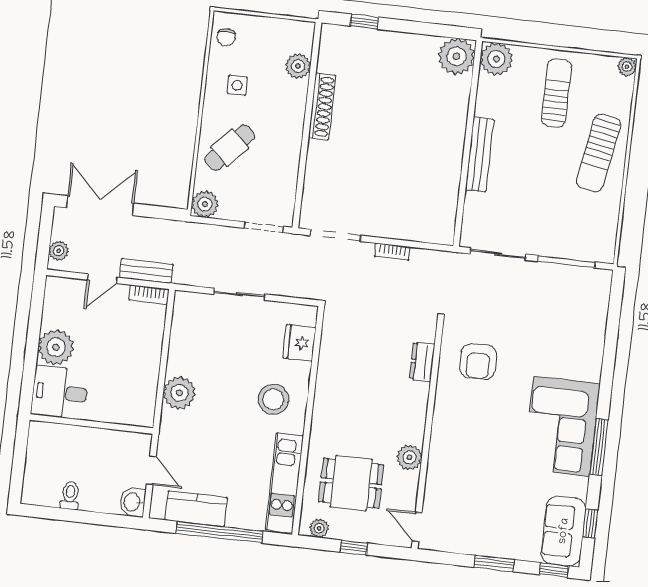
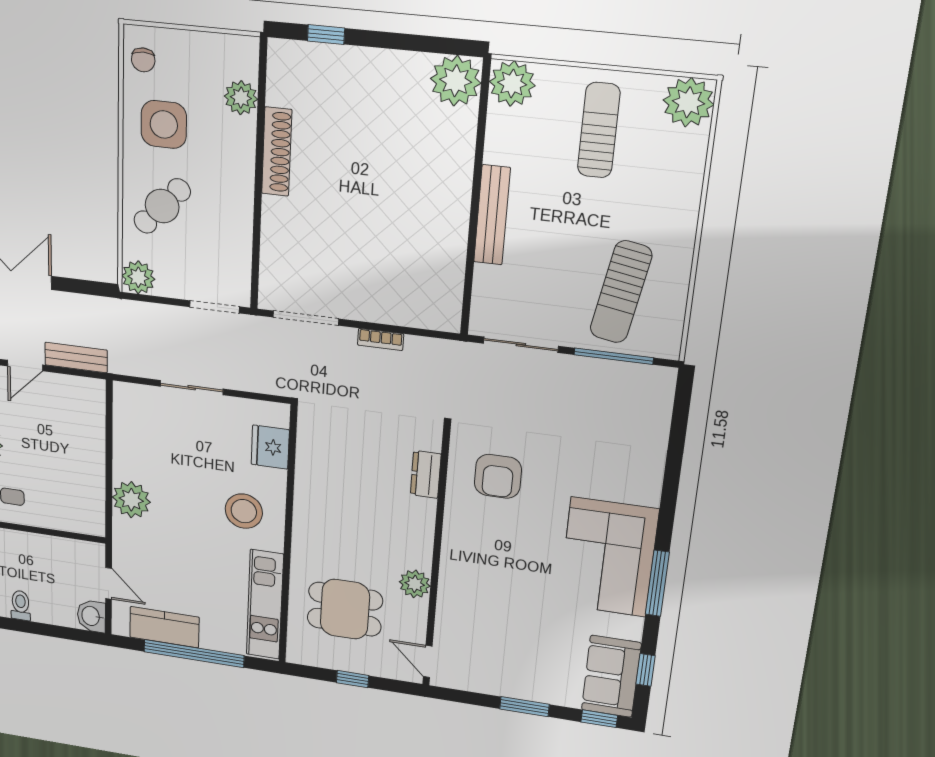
plant: (627, 67) -> (688, 102), width x1.87, depth x1.87
side table: (237, 85) -> (164, 124), width x1.87, depth x1.87
sun lounger: (598, 153) -> (621, 292), moved
bookcase: (149, 294) -> (83, 385), removed
plant: (319, 528) -> (310, 656), removed

